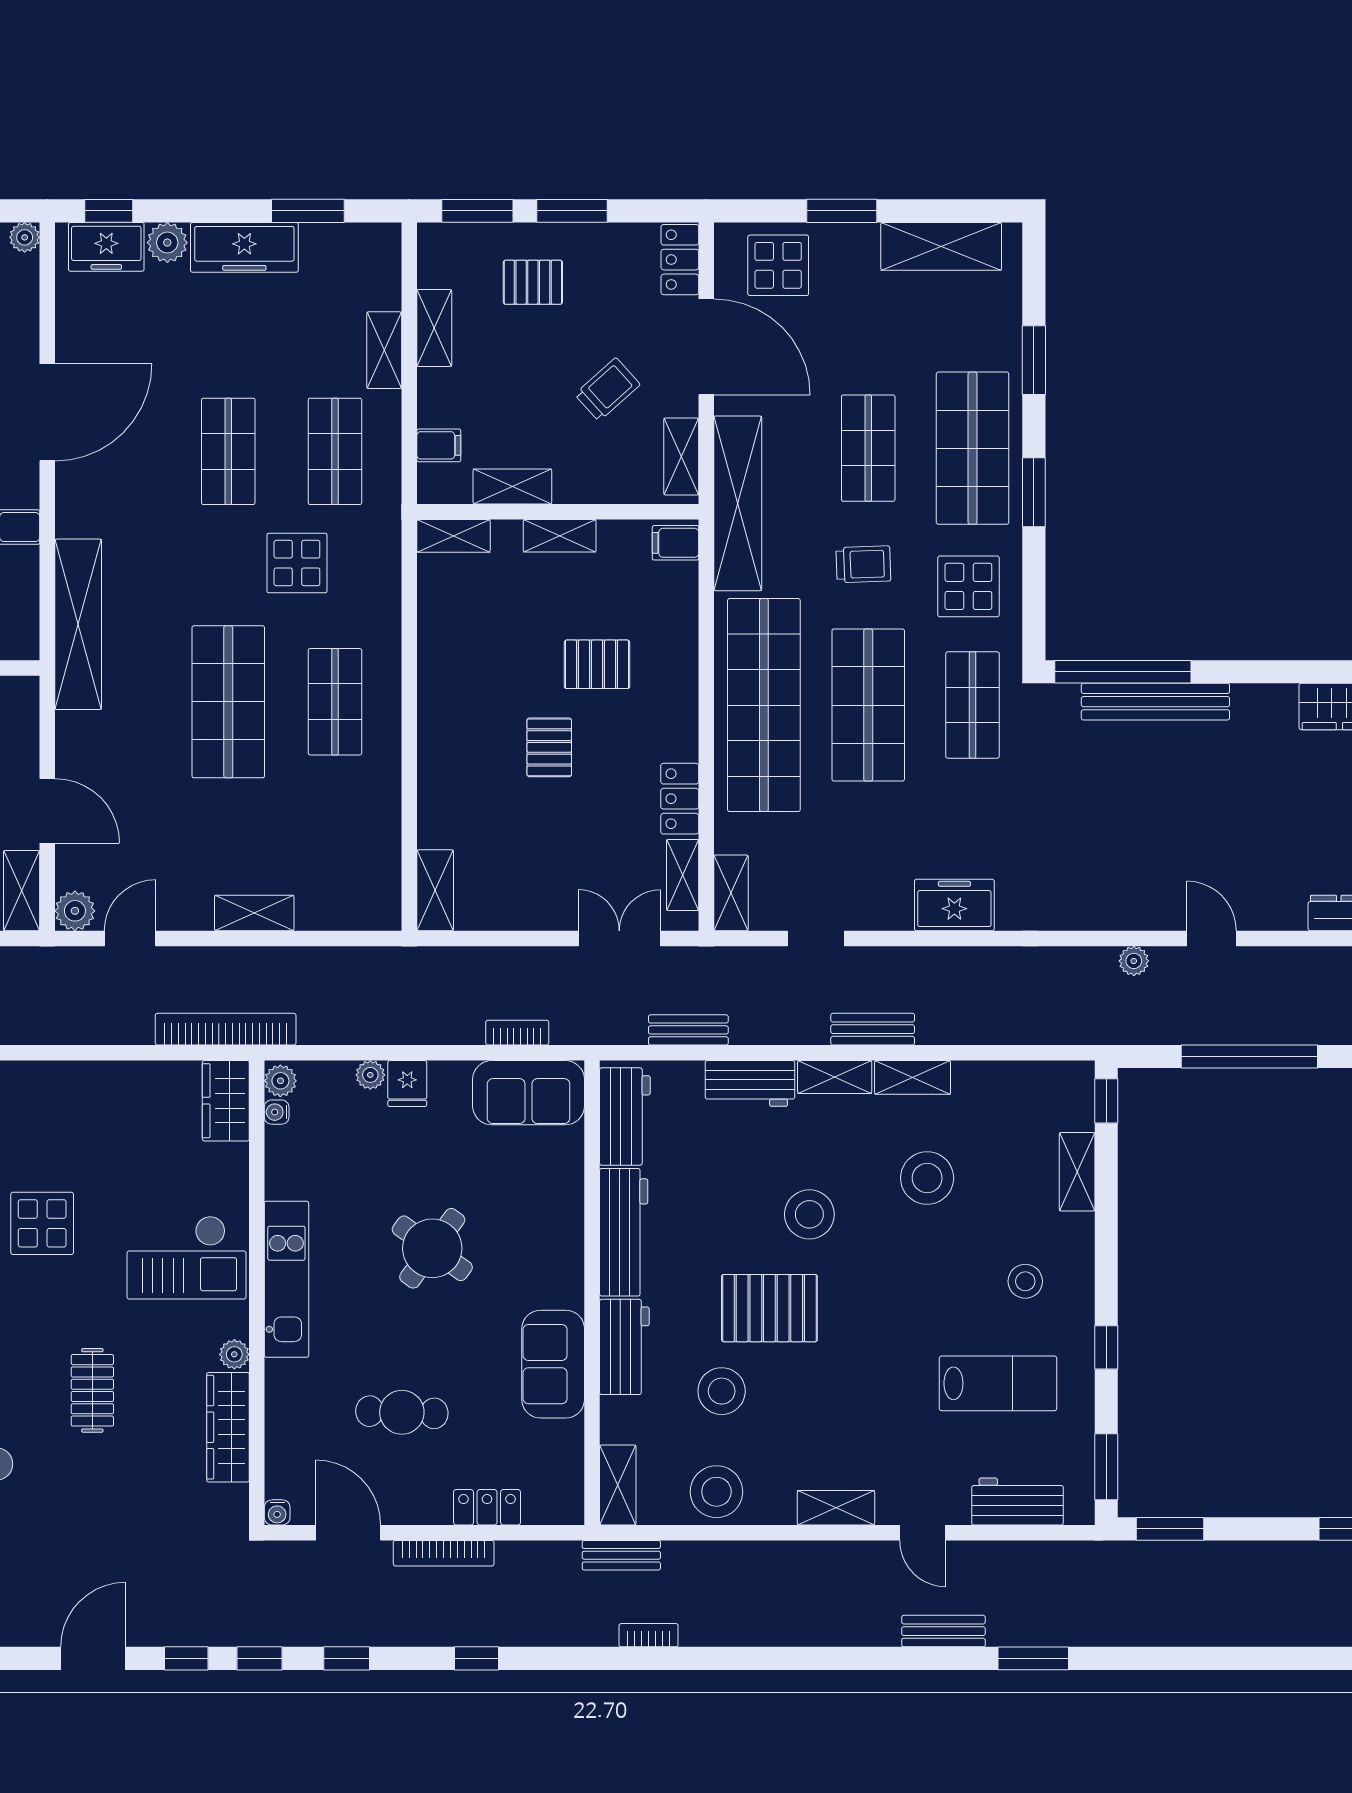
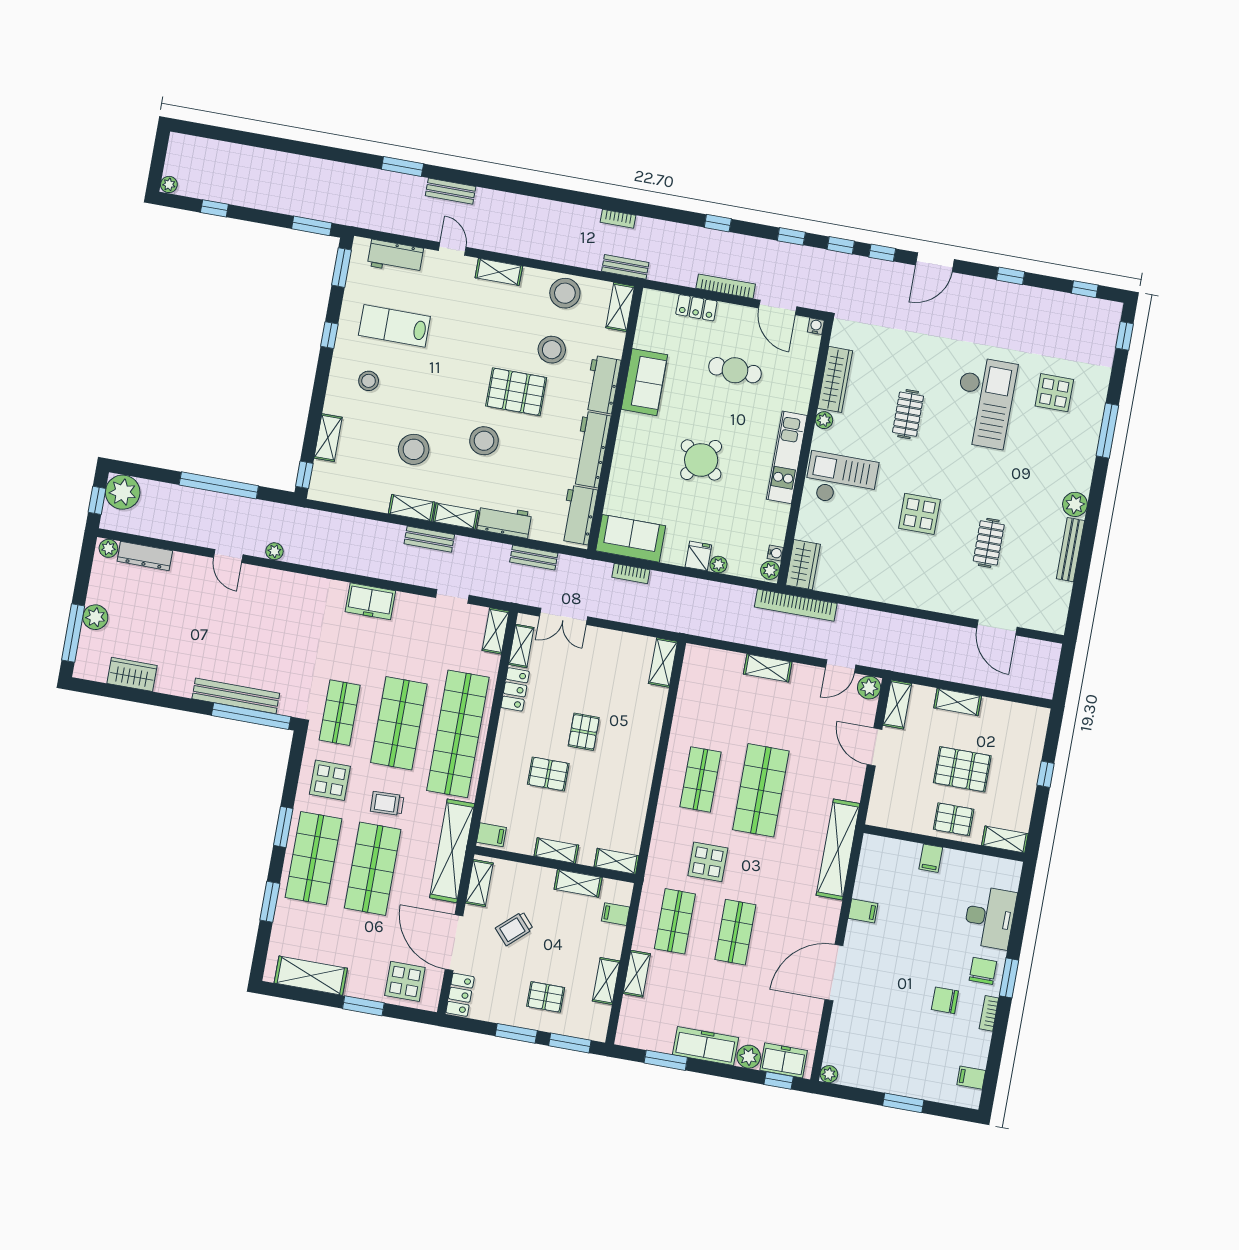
shop shelf: (868, 448) -> (373, 869), width x1.43, depth x1.36

